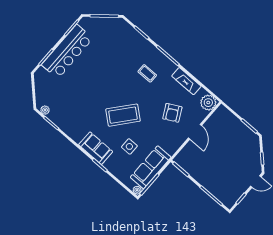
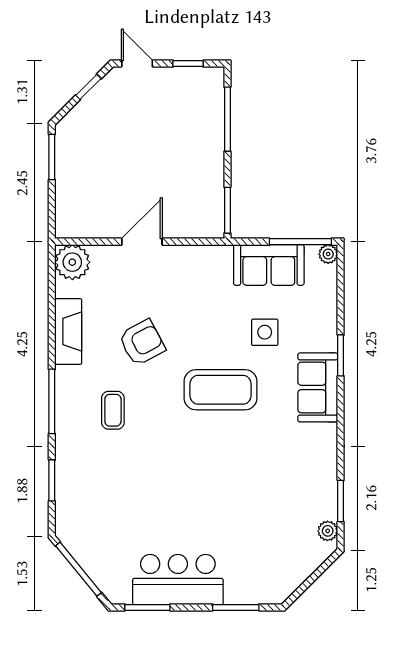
bar counter: (67, 52) -> (178, 579), width x0.73
armchair: (172, 113) -> (142, 343), moved
coffee table: (123, 115) -> (221, 390), turned -40
sofa: (151, 167) -> (269, 265), width x0.73

